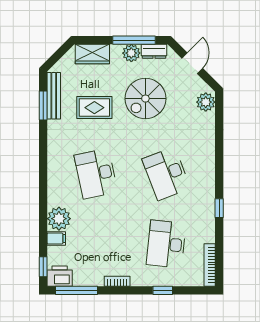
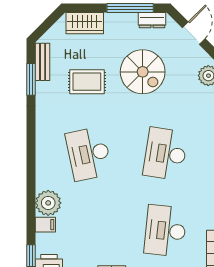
plant: (131, 53) -> (127, 22), removed
bench: (54, 96) -> (43, 62), width x0.73
spiral stairs: (145, 99) -> (143, 72), turned -90
desk: (166, 174) -> (165, 154), turned 30

